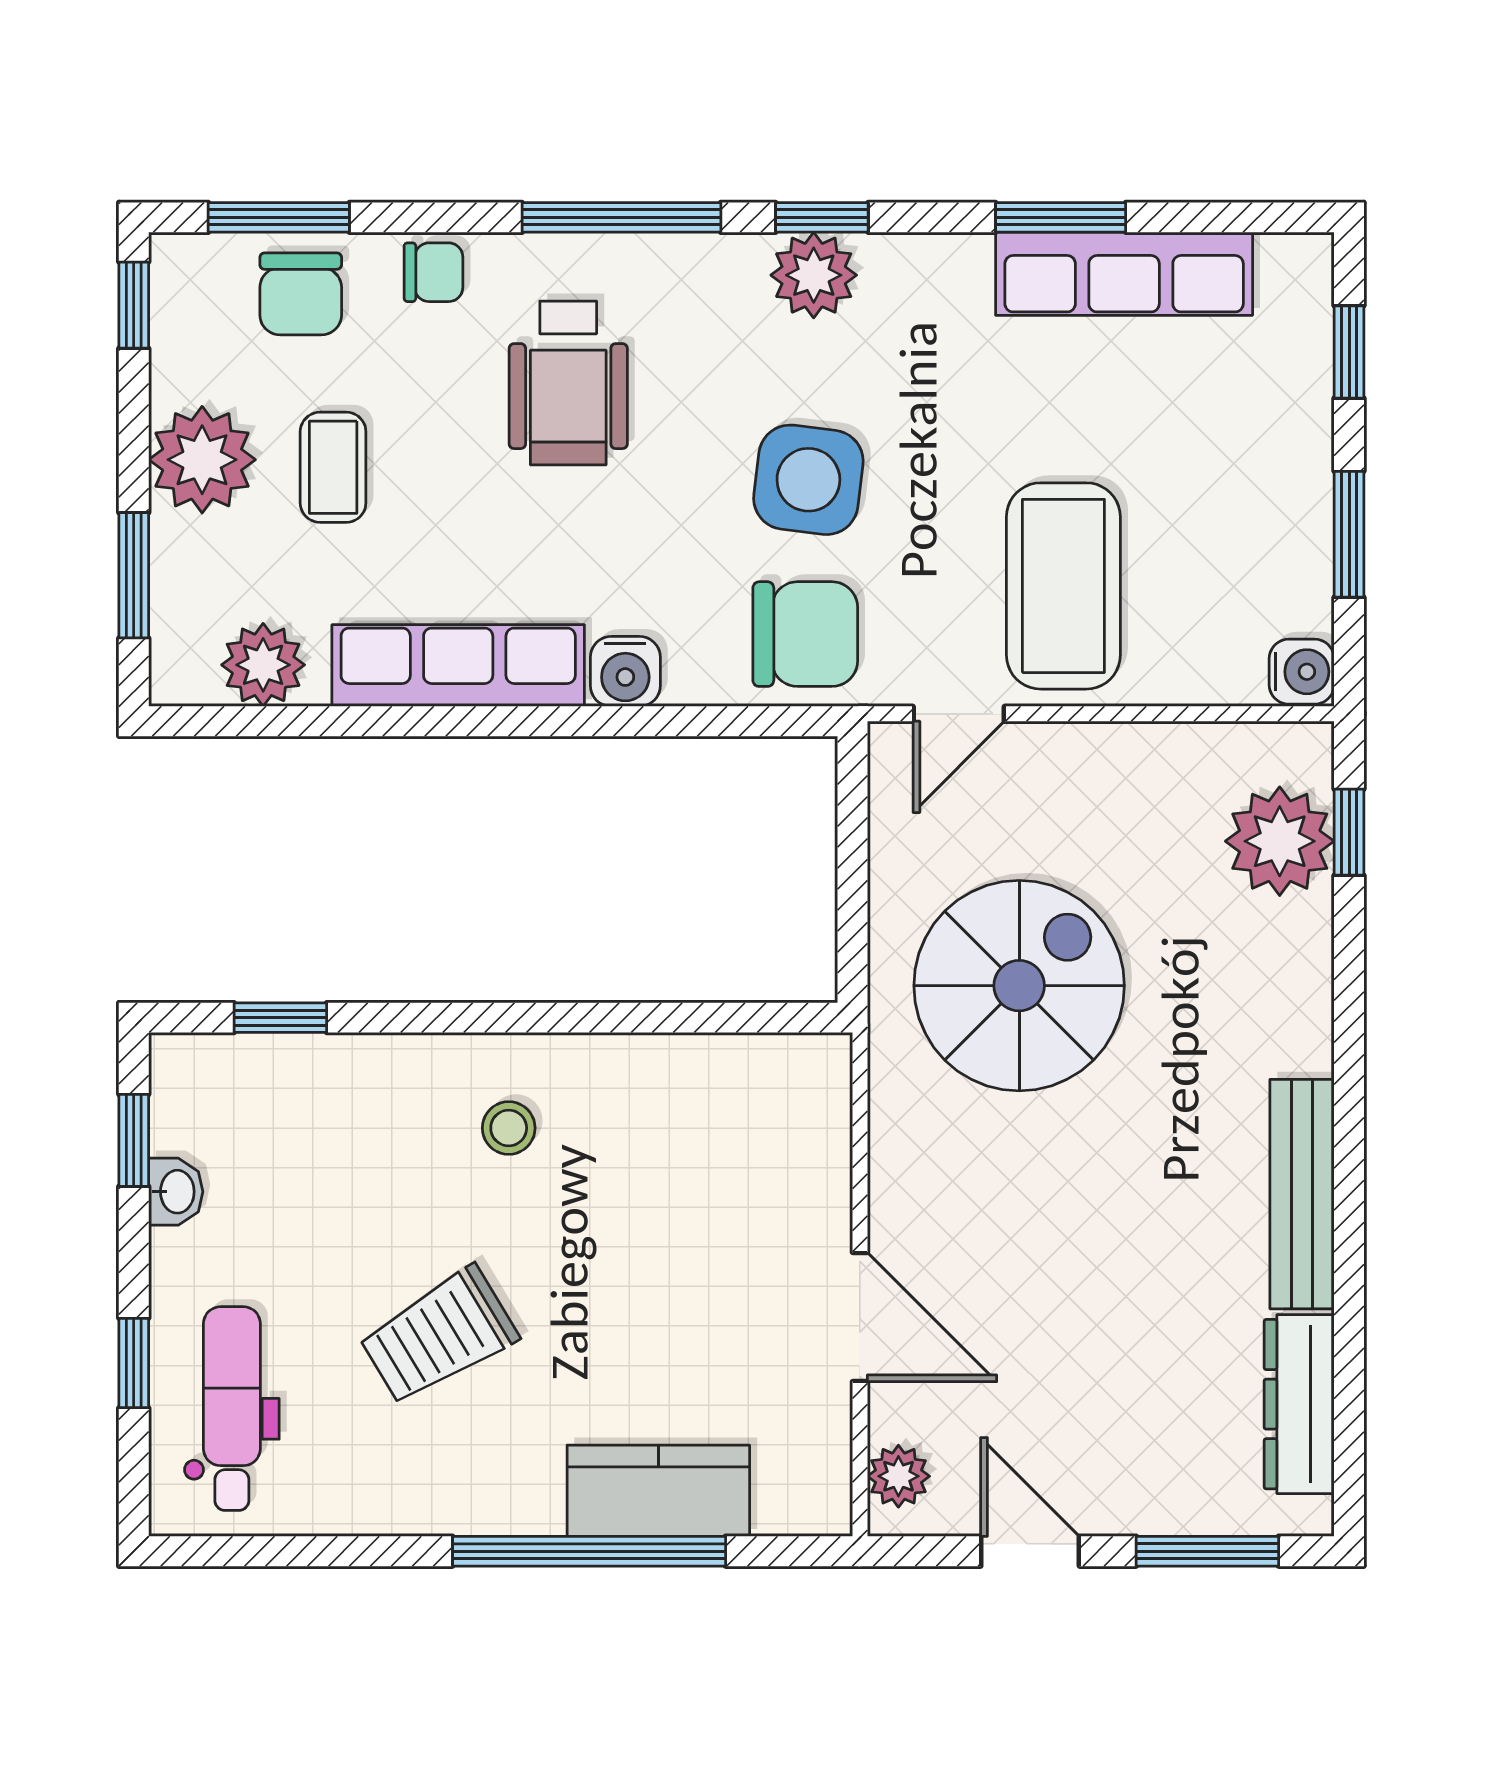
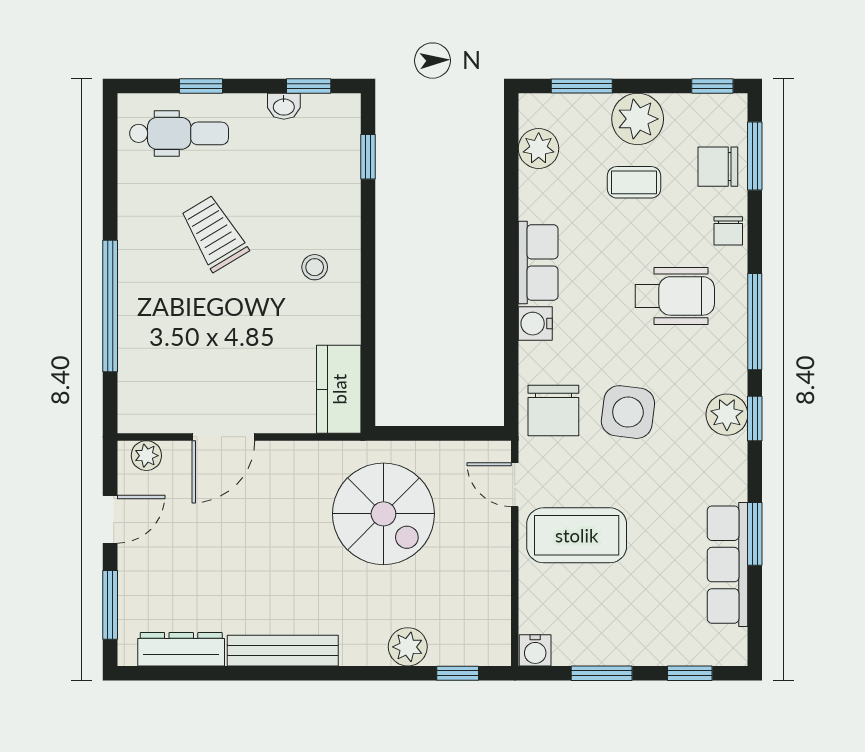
wheelchair: (568, 383) -> (675, 296), turned 180
row of seats: (458, 666) -> (538, 262), width x0.68
plant: (1280, 841) -> (408, 647), moved, width x0.73, depth x0.73
kitchen counter: (658, 1491) -> (339, 389), moved, turned 180

